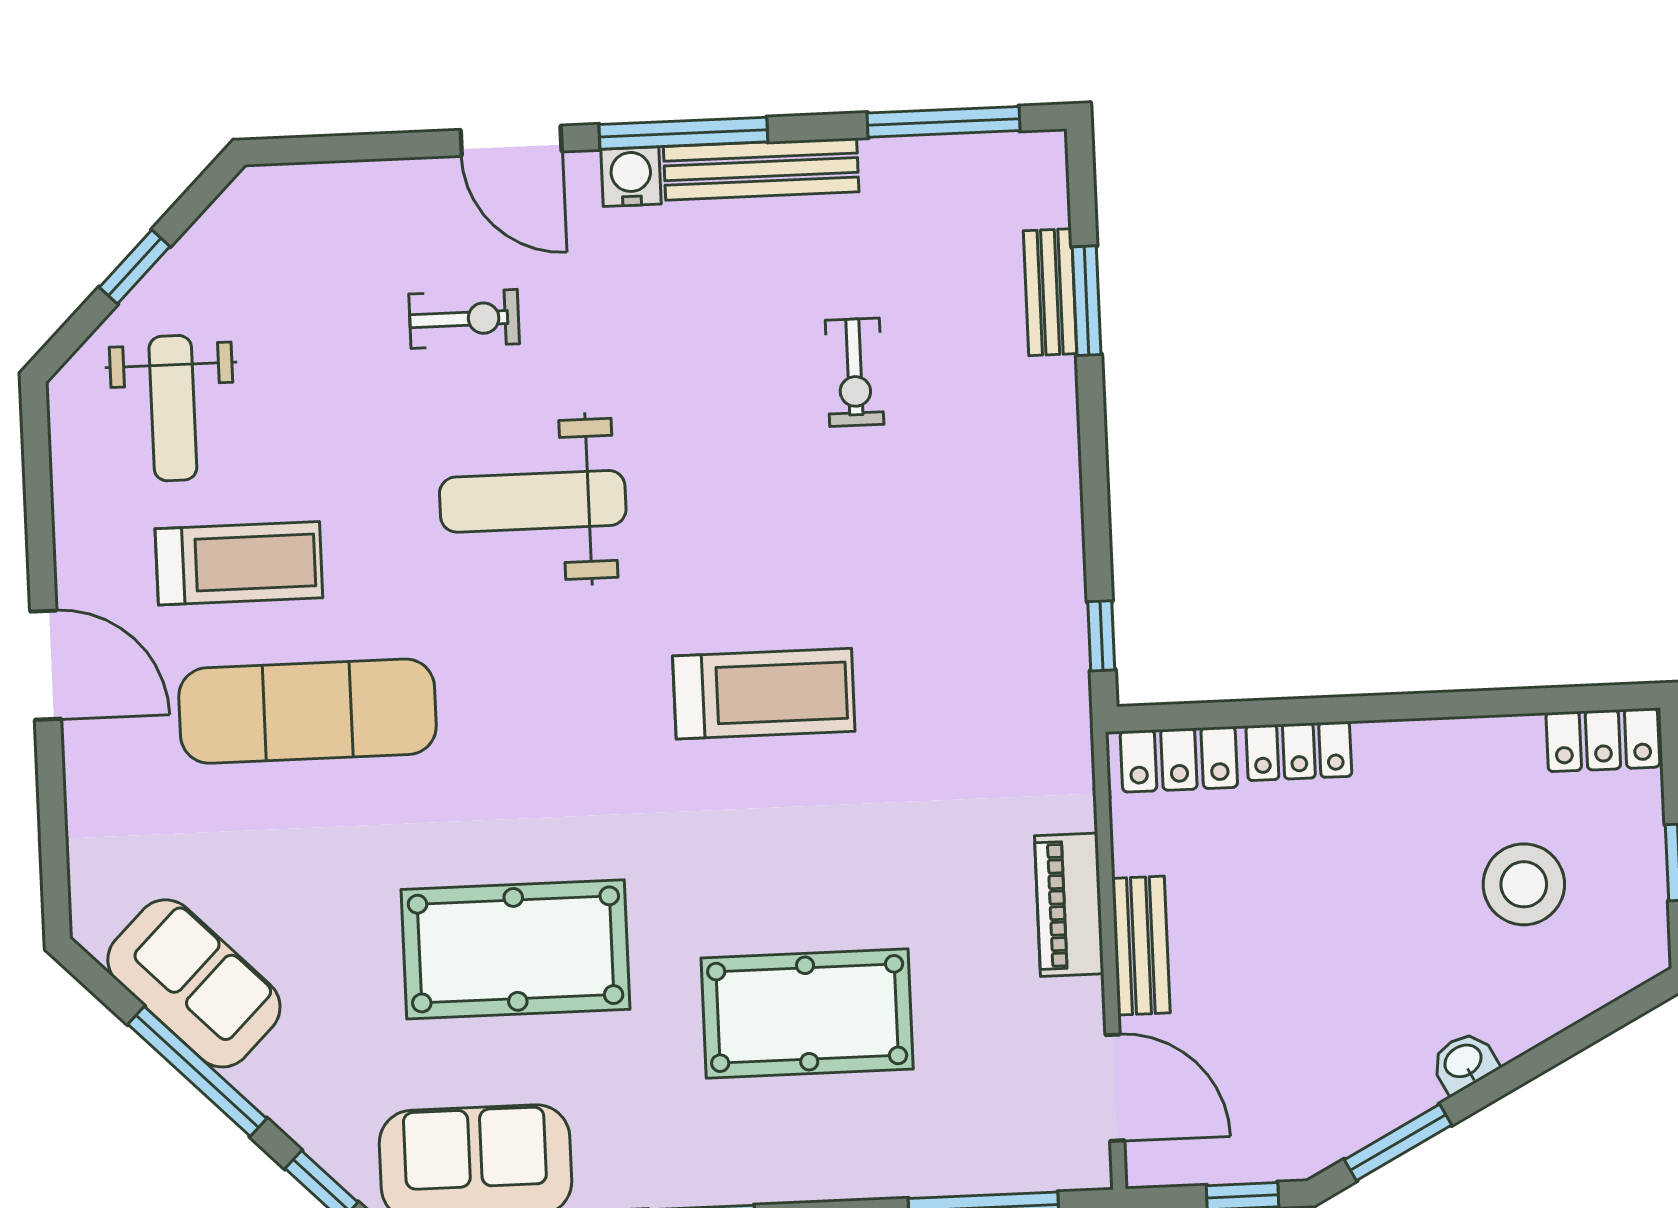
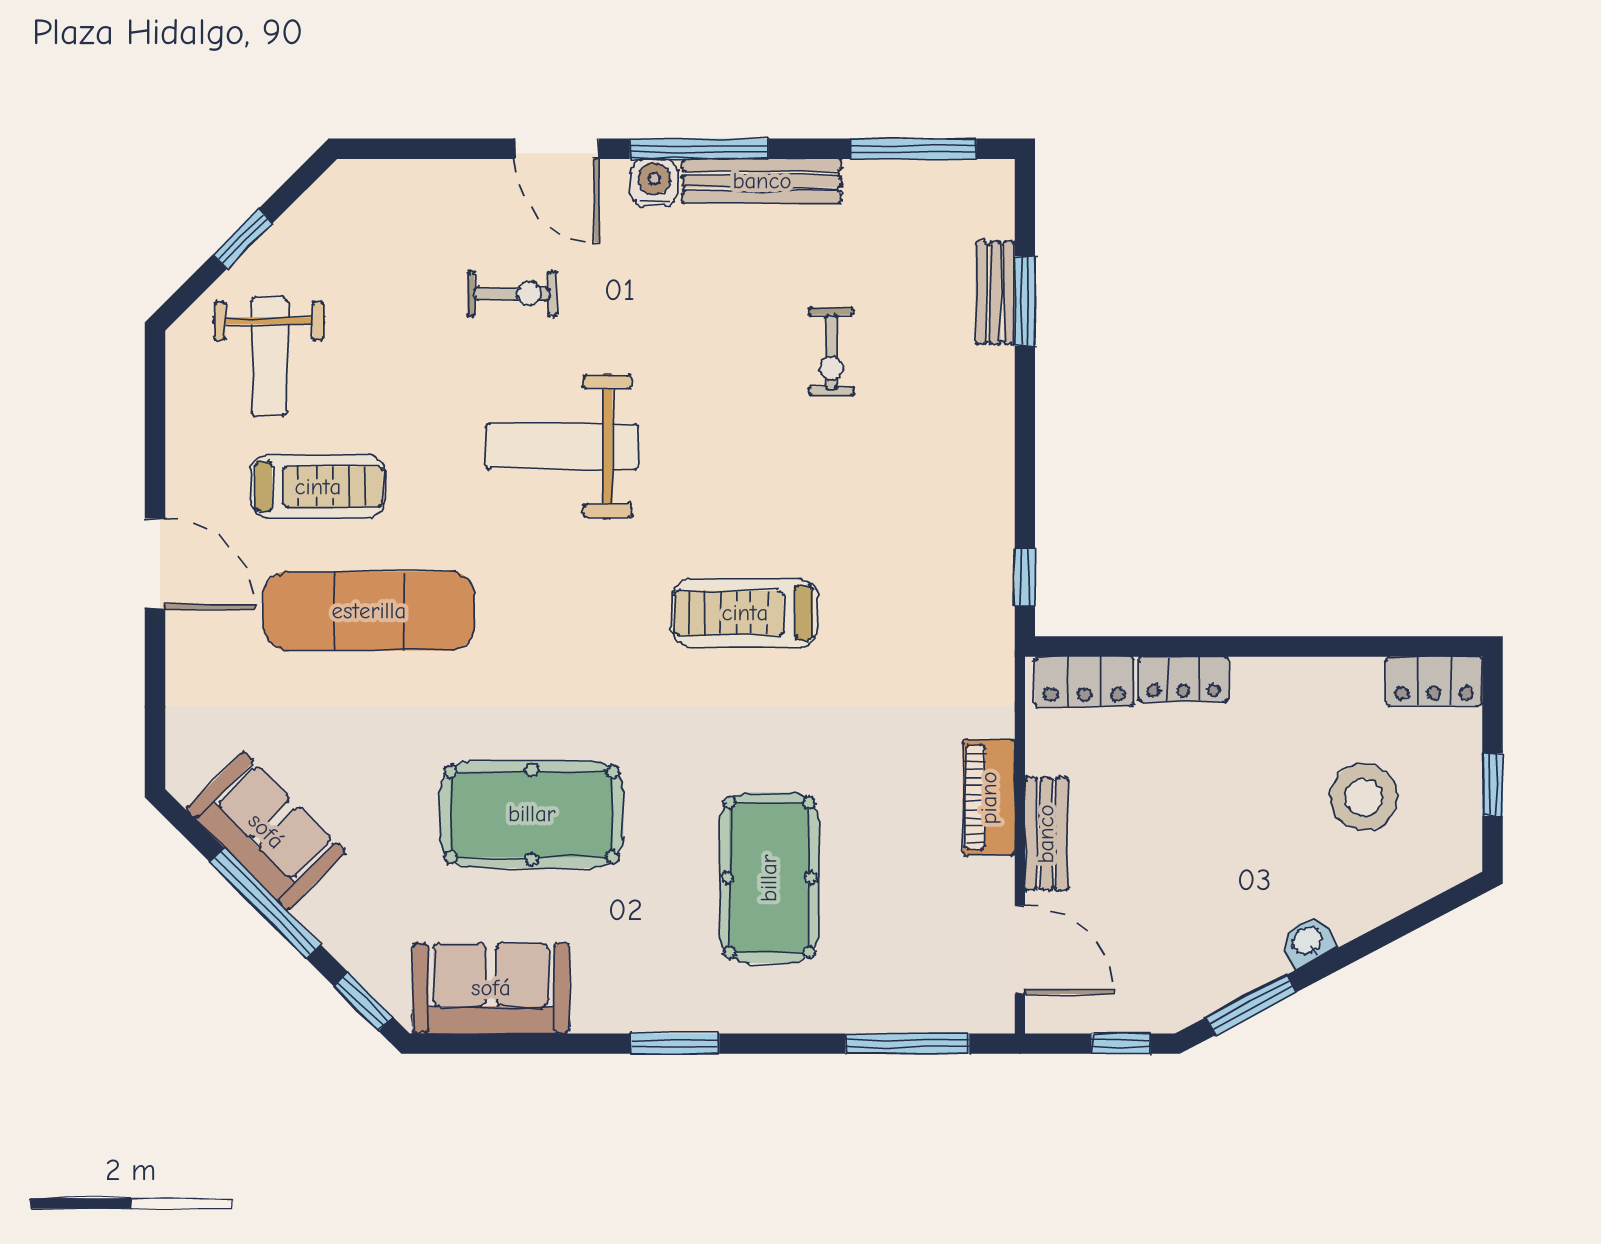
treadmill: (764, 694) -> (745, 613), turned 180
pool table: (807, 1013) -> (769, 878), turned 90

